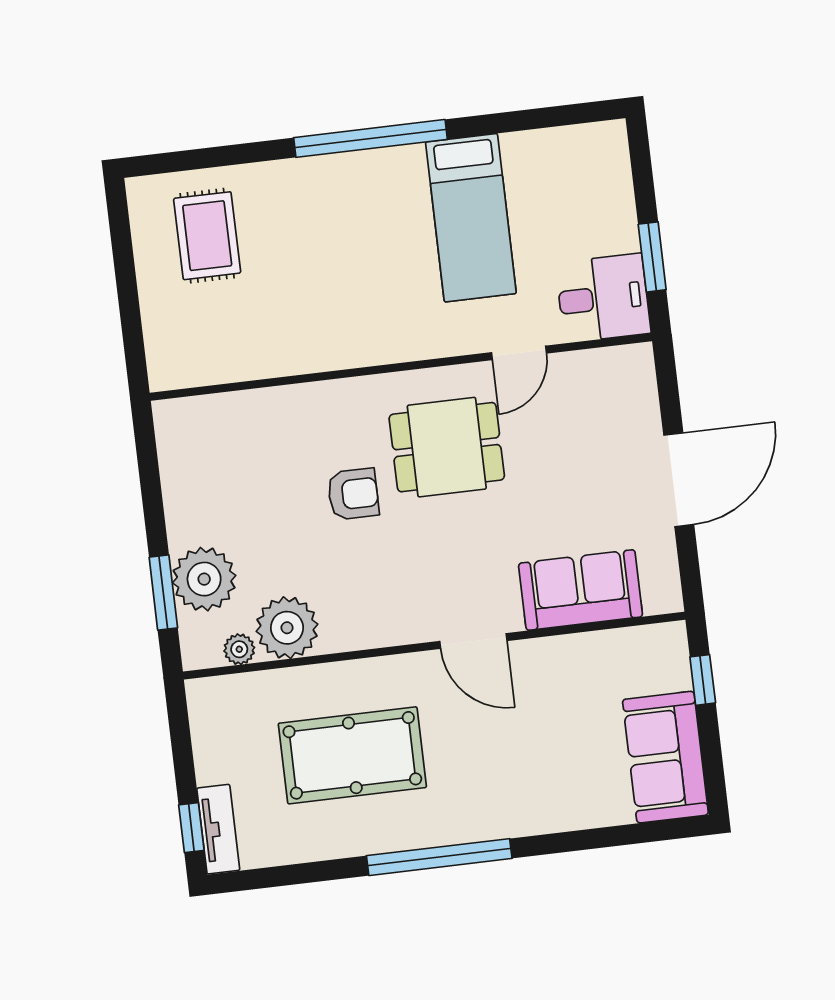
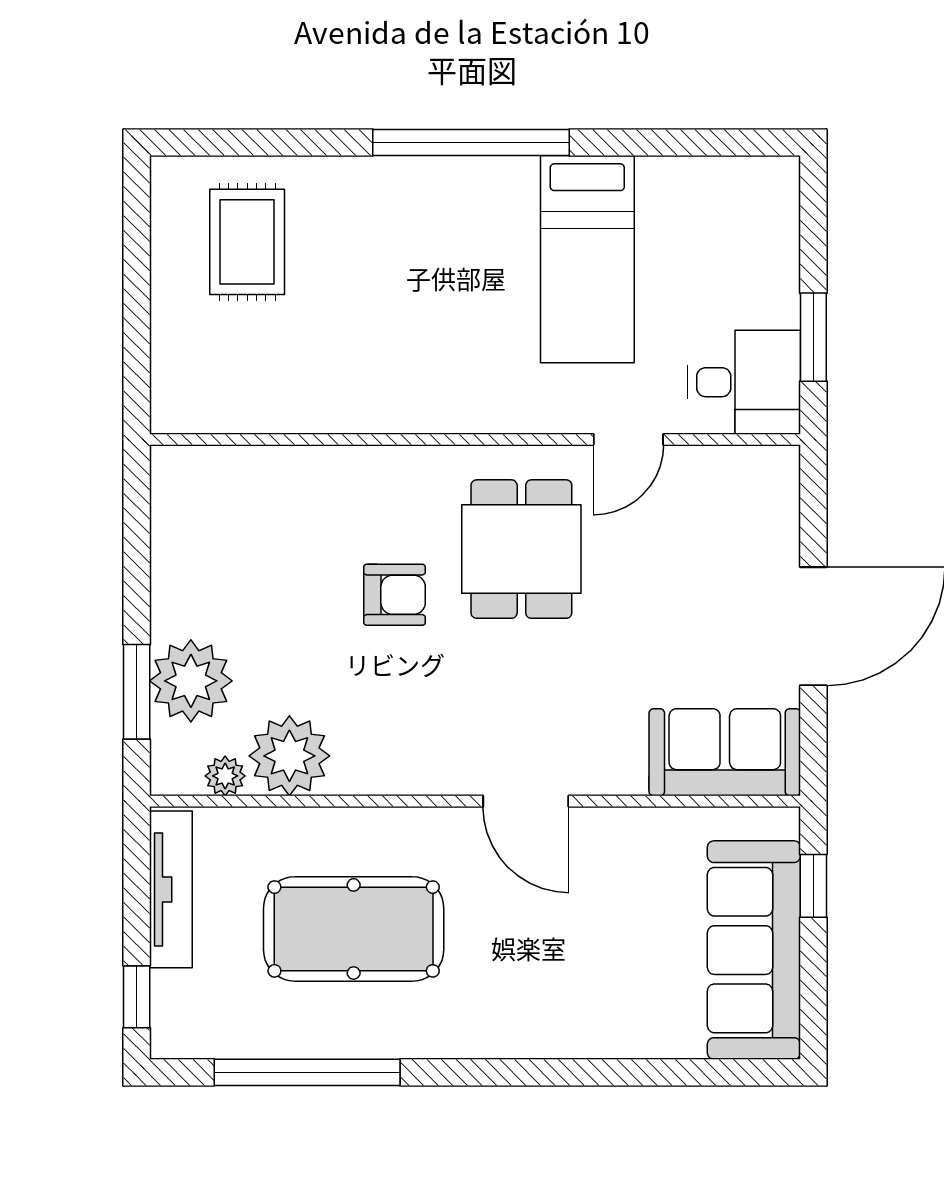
dining table: (447, 447) -> (521, 549), turned 90
sofa: (581, 590) -> (725, 752), moved
sofa: (665, 757) -> (754, 950), width x1.36
tv unit: (218, 829) -> (171, 889), moved, width x1.41
window: (439, 857) -> (307, 1072), moved

